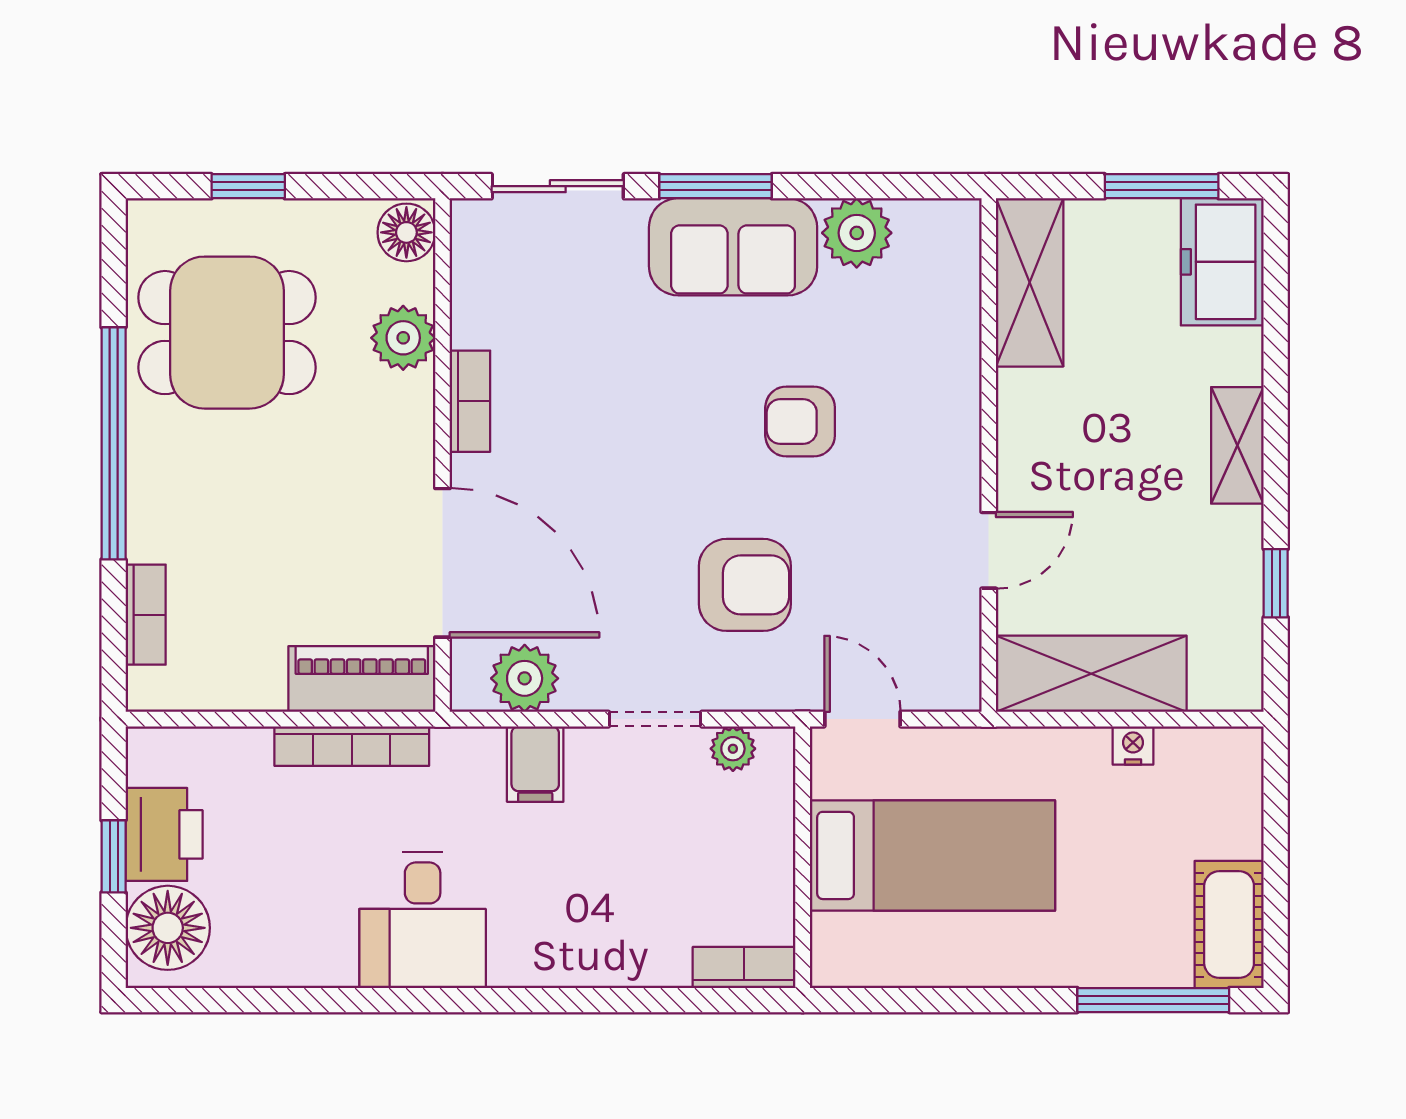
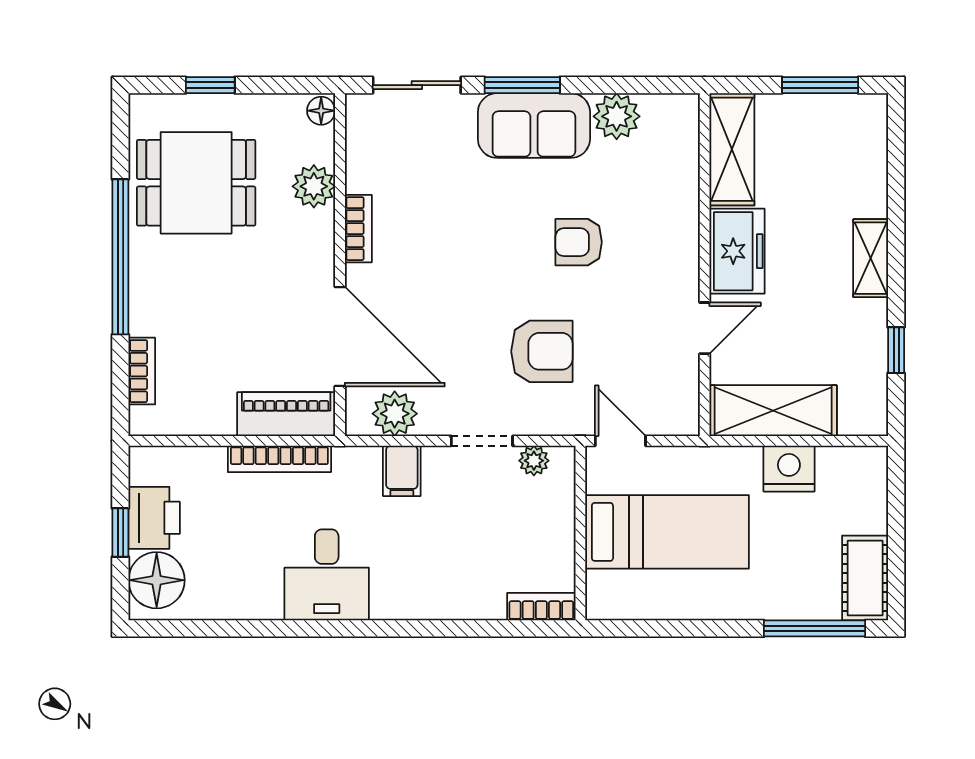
floor lamp: (406, 232) -> (321, 111), width x0.73, depth x0.73
freezer: (1222, 262) -> (737, 251), moved, turned 180
nightstand: (1133, 746) -> (789, 469), width x1.89, depth x1.79

